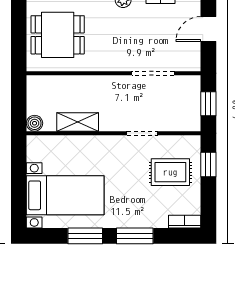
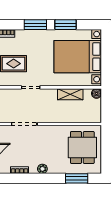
dining table: (58, 35) -> (82, 147), turned 90
bed with nightstands: (65, 195) -> (78, 57), width x1.36

